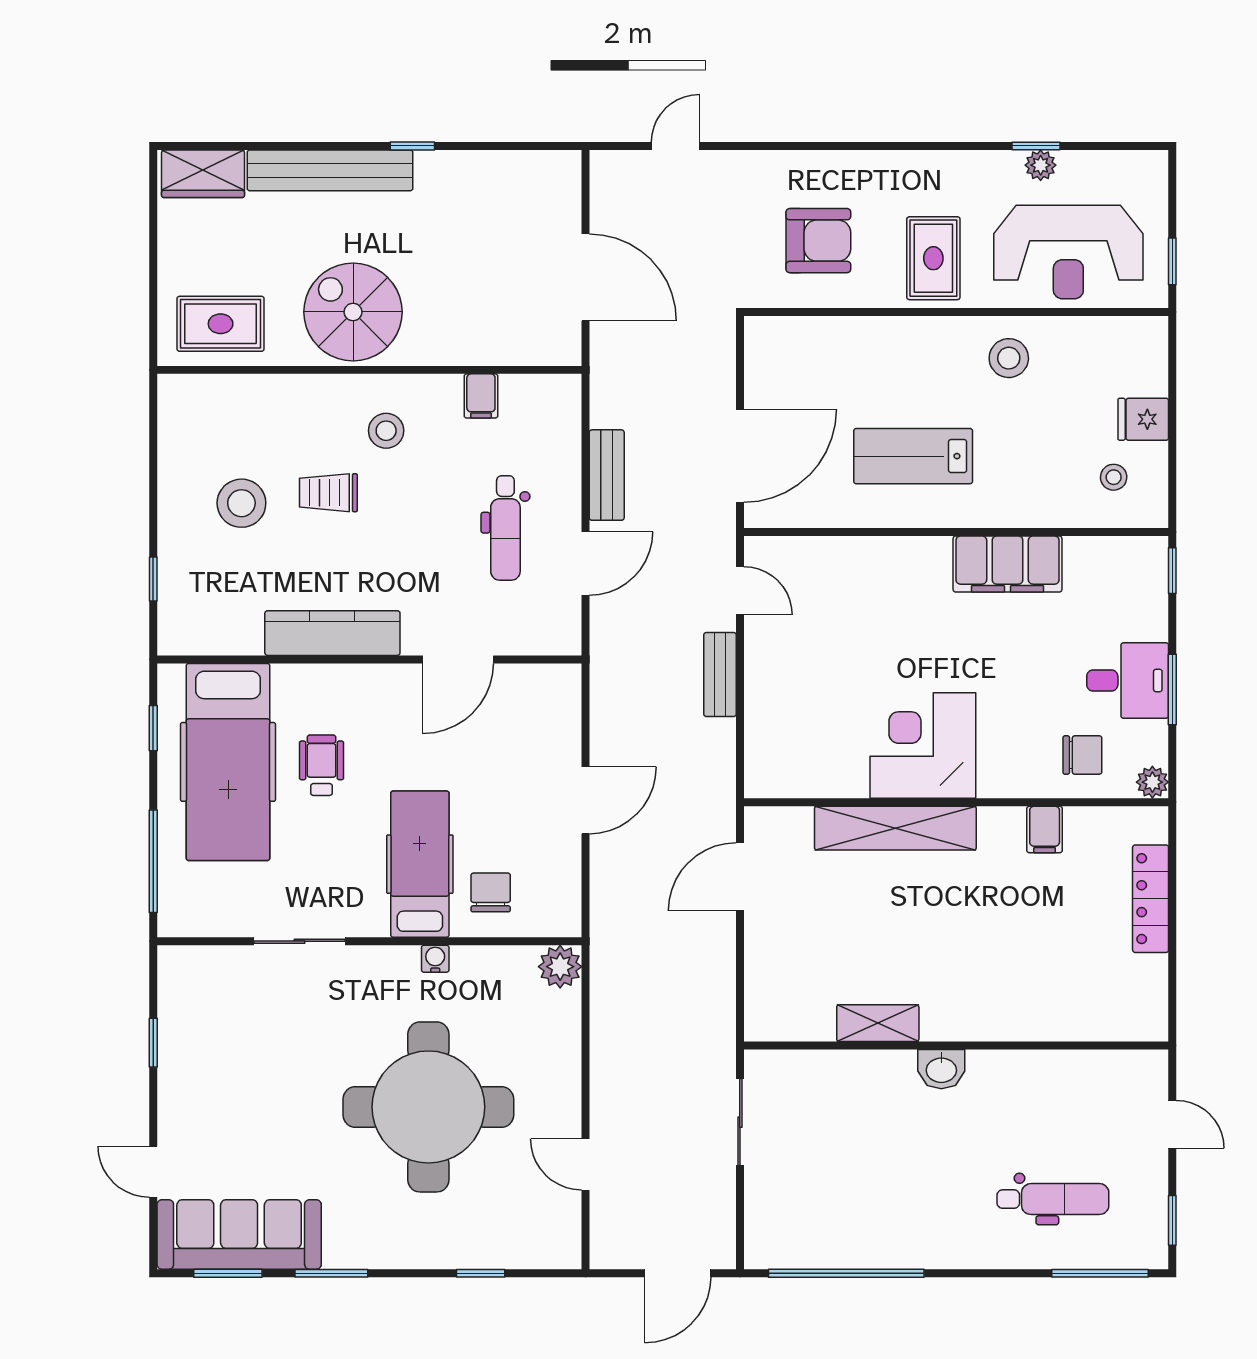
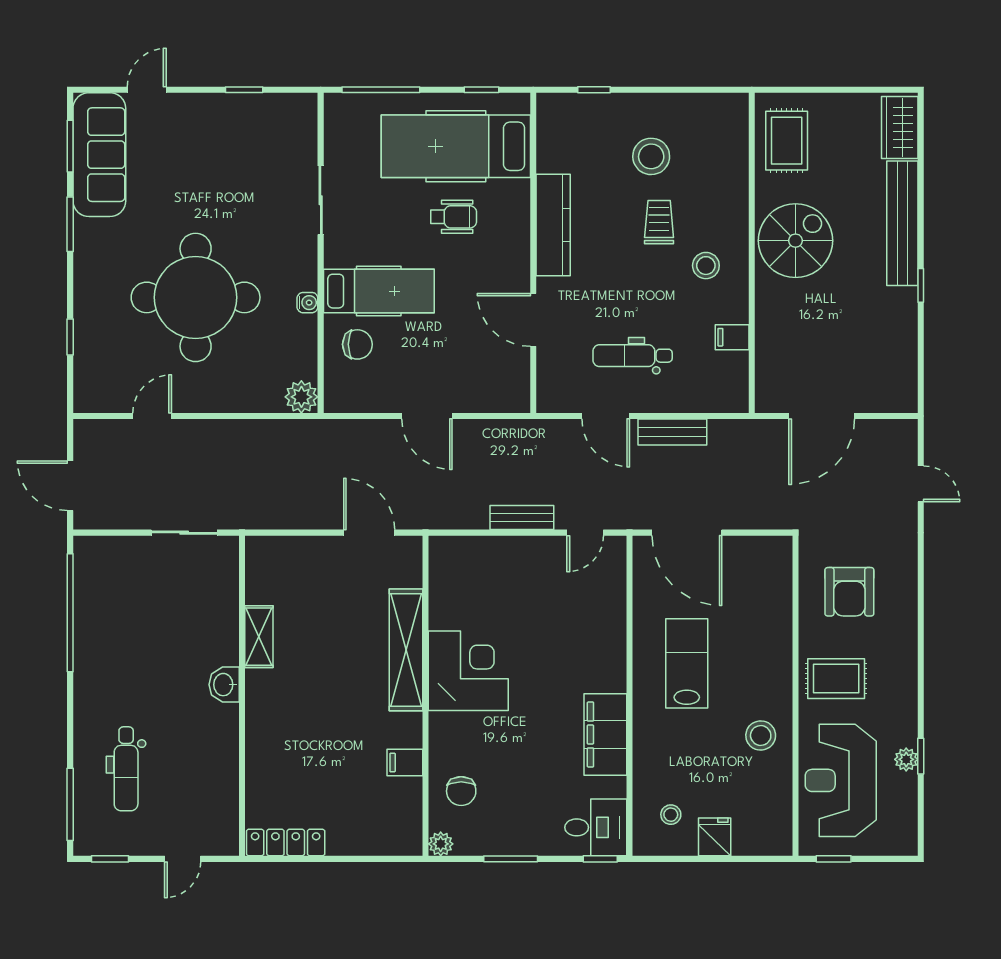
desk: (1128, 680) -> (596, 827), moved, turned -90
locker: (1151, 899) -> (286, 843), moved

